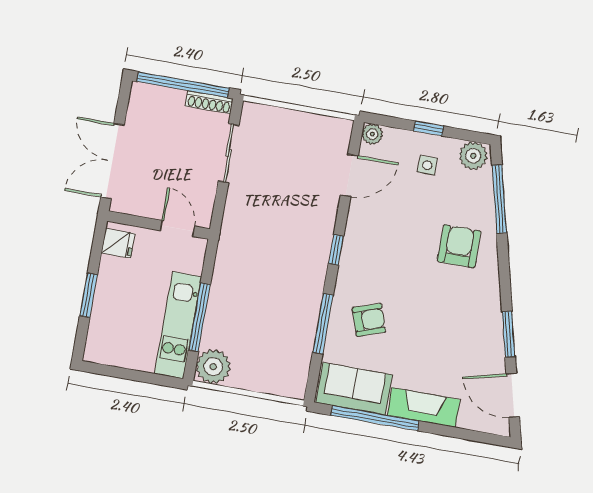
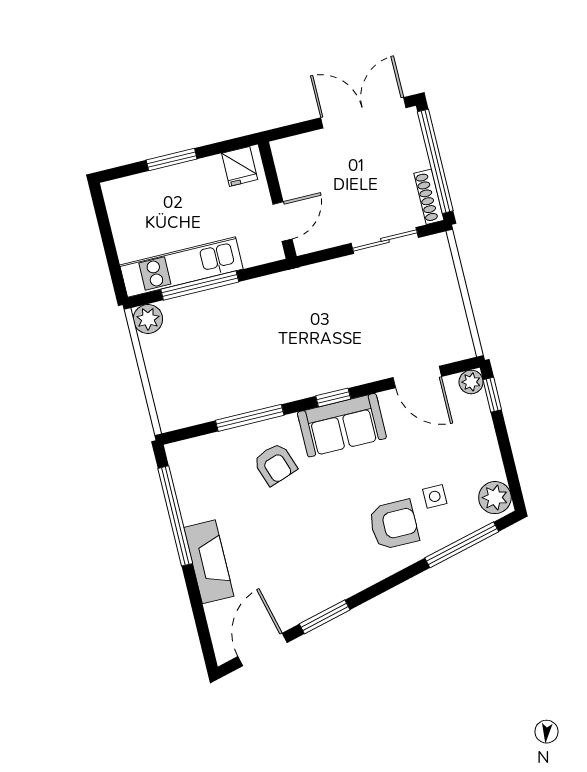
window: (429, 129) -> (492, 395), moved
double door: (112, 161) -> (363, 113), moved
side table: (427, 165) -> (435, 496), moved
plant: (213, 367) -> (148, 319), width x0.73, depth x0.73
sofa: (354, 389) -> (342, 425), moved, turned 90

